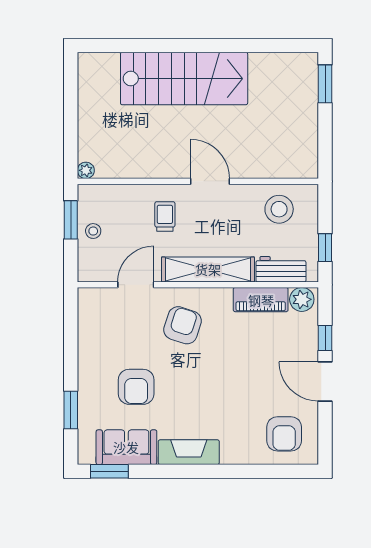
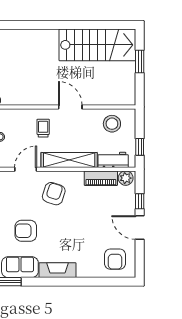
stairs: (184, 79) -> (97, 45), moved
window: (325, 84) -> (140, 61), moved
armchair: (136, 387) -> (26, 231), turned 90

